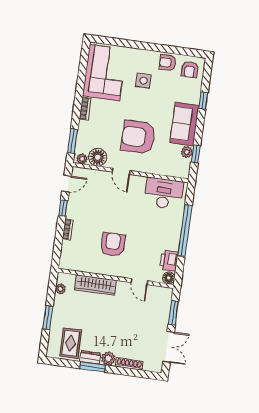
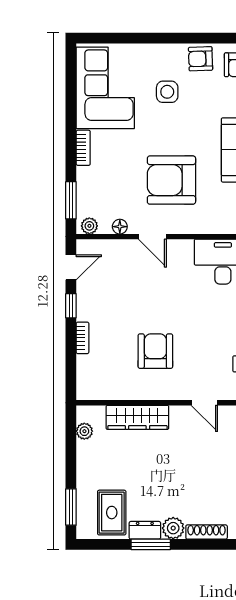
floor lamp: (98, 157) -> (120, 227), width x0.53, depth x0.53
window: (48, 318) -> (71, 507), moved

